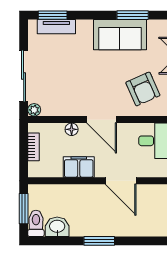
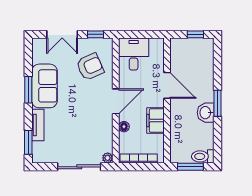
window: (133, 15) -> (28, 90), moved
tv unit: (56, 27) -> (38, 125), moved
bookcase: (33, 147) -> (139, 158), width x1.56
door: (121, 181) -> (167, 85), hinge flipped
washbasin: (57, 227) -> (206, 113), moved

